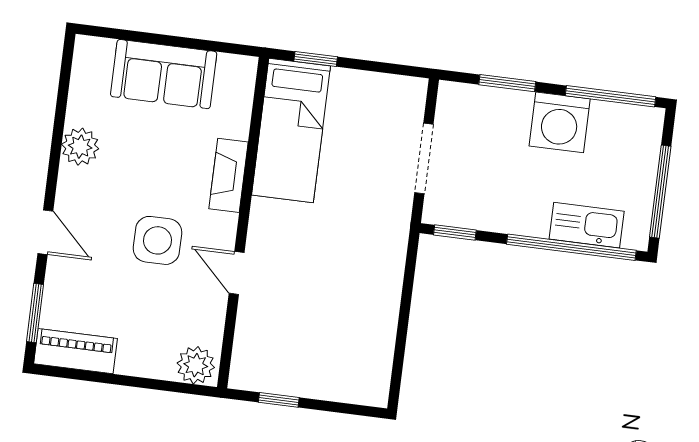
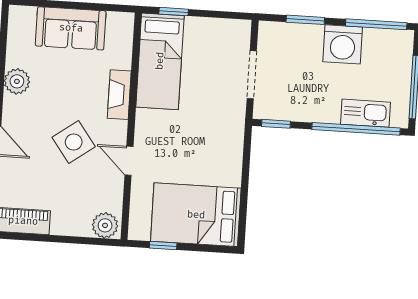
side table: (157, 240) -> (74, 142), turned -36
bed: (329, 358) -> (196, 215), added

